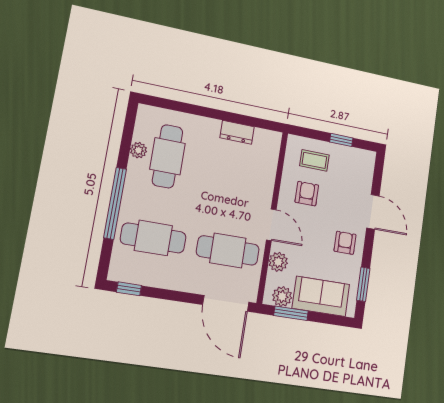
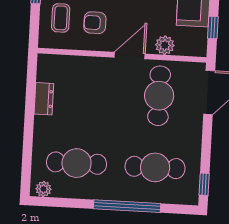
plant: (138, 150) -> (43, 189), moved
cafe table: (153, 238) -> (155, 167), turned 90
plant: (282, 297) -> (198, 38), removed
window: (291, 313) -> (213, 27), width x0.67

